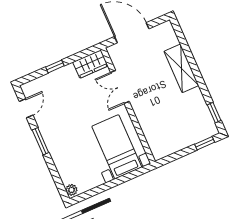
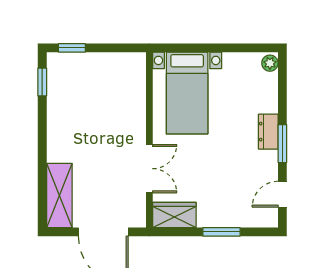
window: (55, 66) -> (221, 232), width x1.50
shelving: (181, 68) -> (59, 195), moved
dresser: (53, 145) -> (268, 132), added

